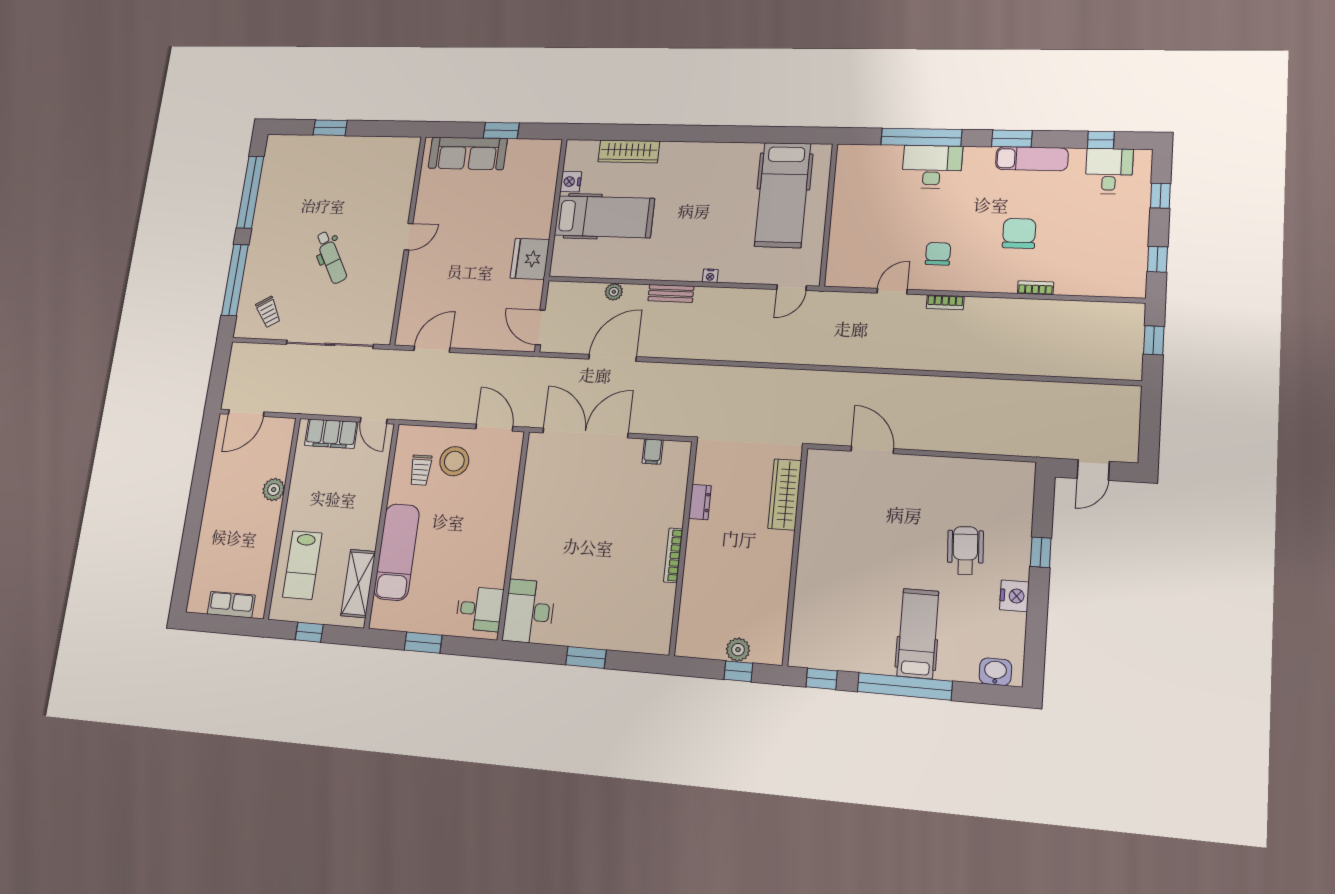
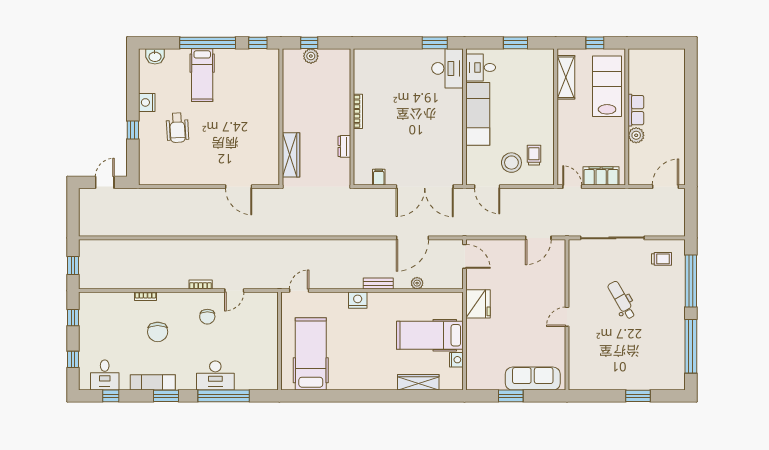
nightstand: (710, 276) -> (358, 300), width x1.89, depth x1.79
trolley: (268, 312) -> (662, 259), turned 121
exam couch: (397, 552) -> (478, 114), moved, turned 180
lab bench: (302, 565) -> (607, 86), width x1.36, depth x1.39
row of seats: (231, 605) -> (636, 110), moved, turned -90
window: (586, 657) -> (435, 43), moved

